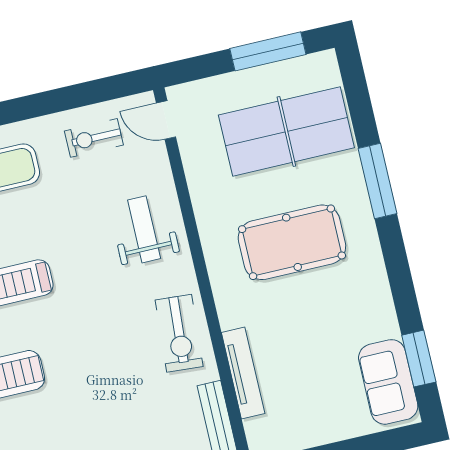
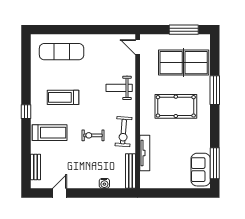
exercise bike: (94, 138) -> (93, 135), moved
weight bench: (144, 229) -> (119, 88), turned -90
window: (419, 359) -> (215, 163), width x1.44

